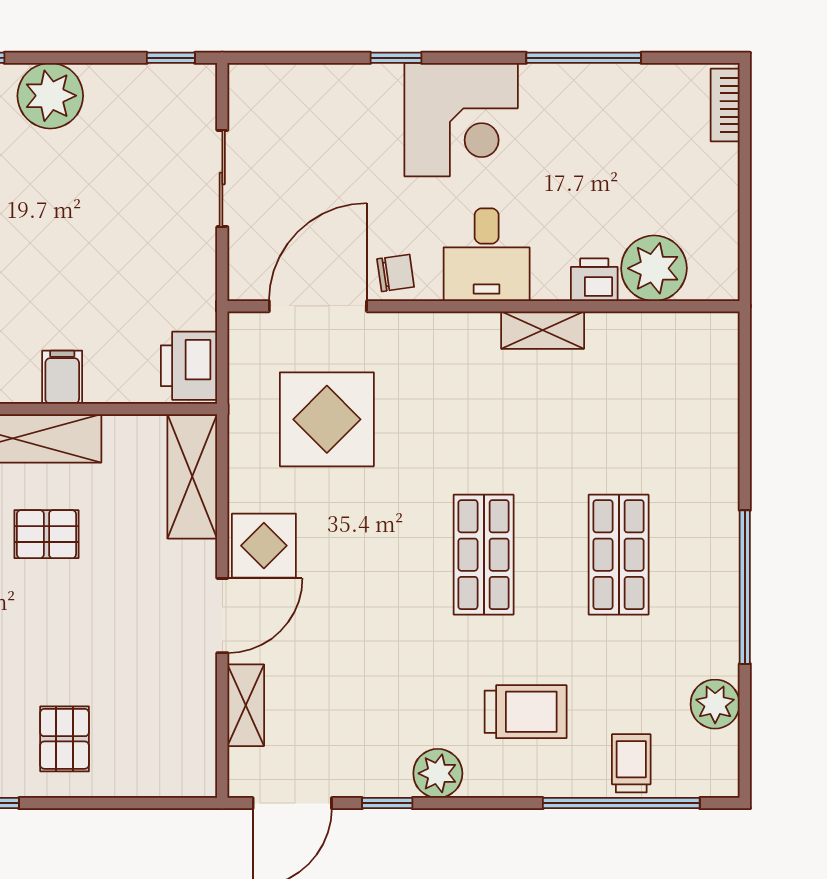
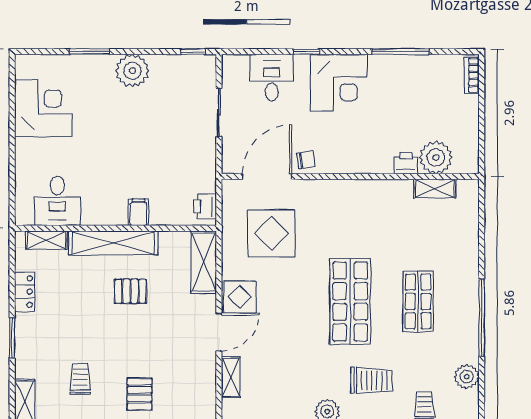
desk: (487, 255) -> (272, 78), moved, turned 180
shelving: (543, 330) -> (435, 189), moved
printer: (189, 366) -> (205, 206), width x0.73, depth x0.81
shop shelf: (484, 555) -> (350, 301), width x1.43, depth x1.36

